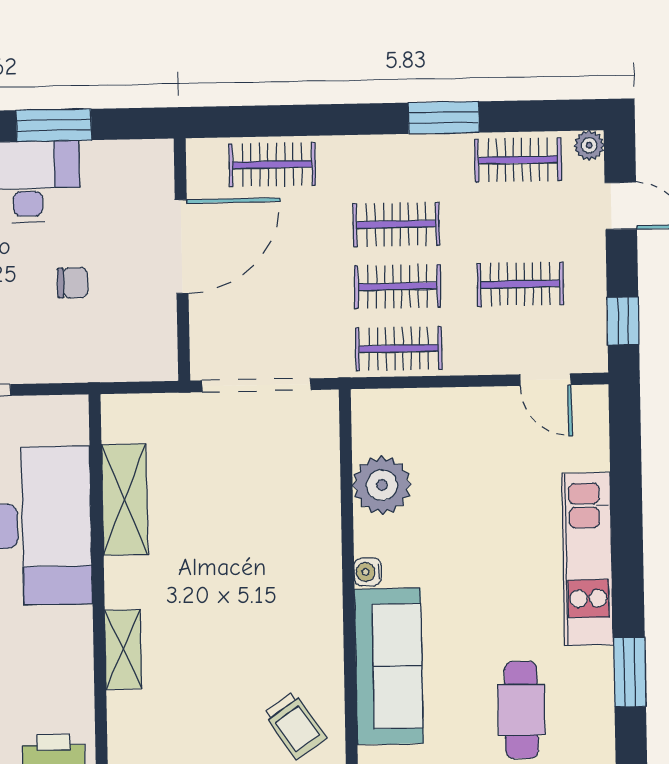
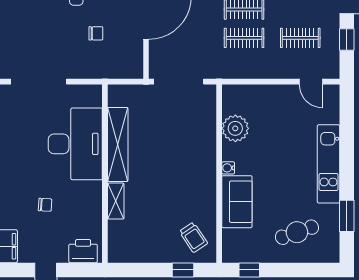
window: (623, 321) -> (347, 39), moved
clothes rail: (399, 349) -> (244, 66), removed
shelving: (125, 499) -> (118, 144), width x1.47
sofa: (389, 666) -> (237, 202), width x0.73
cafe table: (521, 710) -> (297, 232), turned 71

